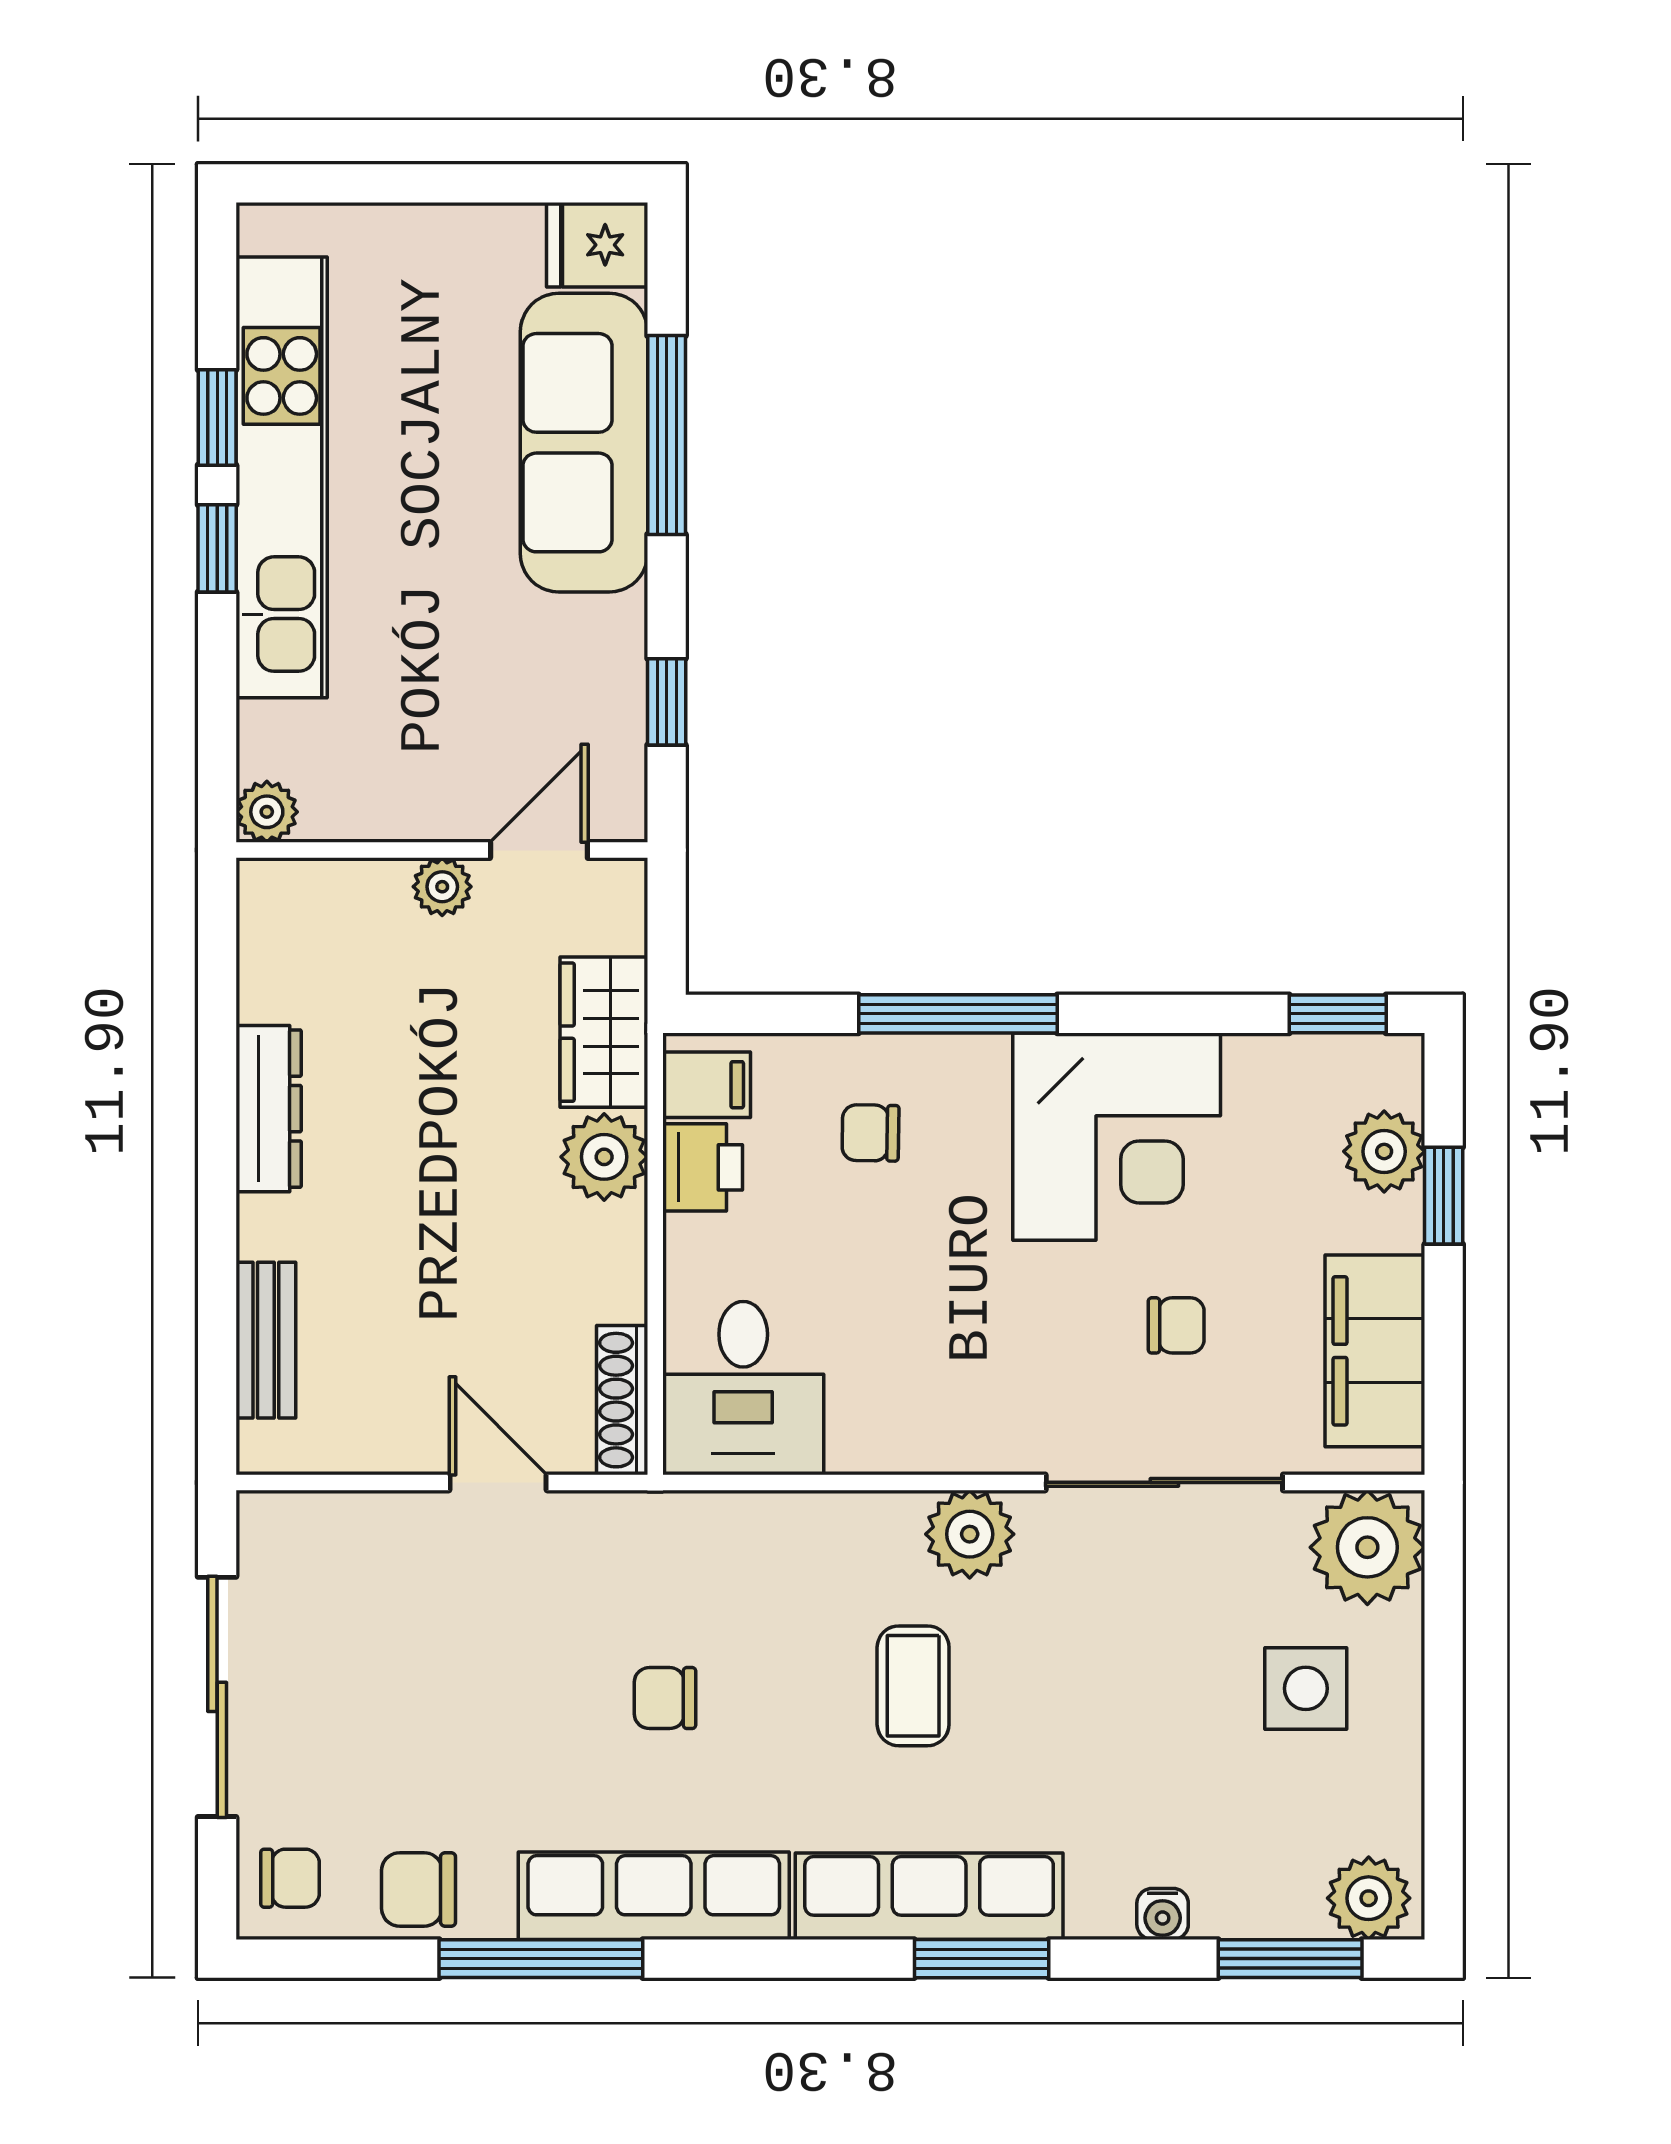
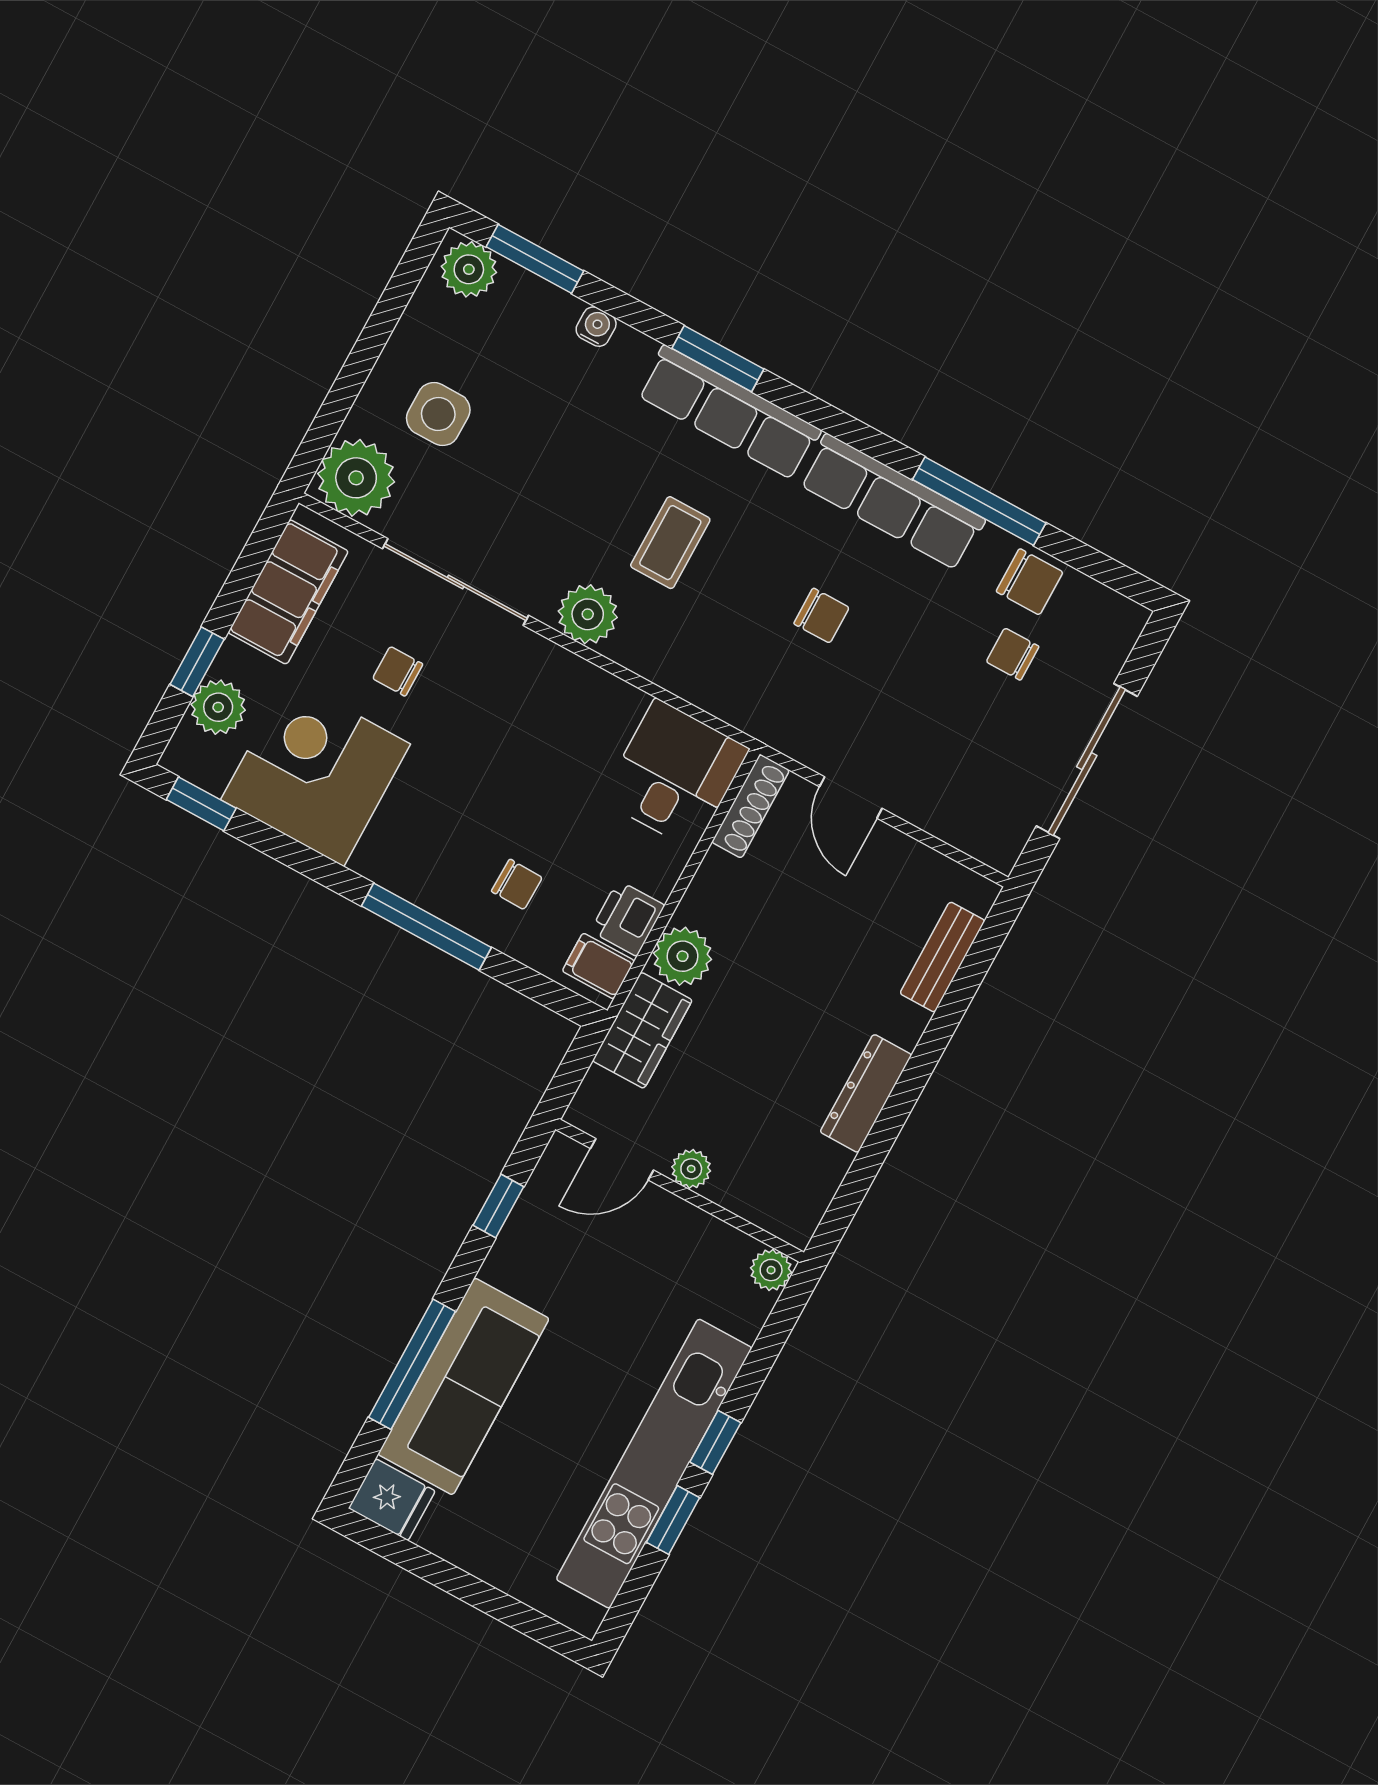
corner desk: (1117, 1137) -> (316, 772), moved
chair: (290, 1878) -> (1013, 654), moved

